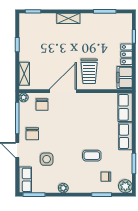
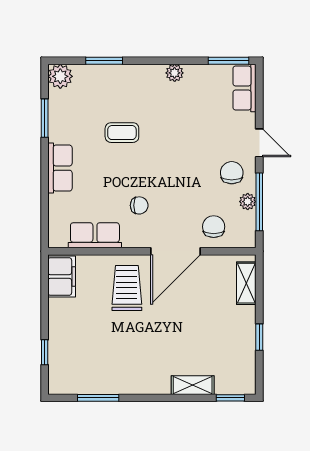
shelving: (68, 18) -> (193, 385), moved
locker: (126, 54) -> (58, 319), removed
plant: (24, 97) -> (248, 202), moved
row of seats: (125, 107) -> (95, 235), moved, turned -90
side table: (47, 159) -> (205, 126), removed
chair: (106, 177) -> (139, 205), moved

